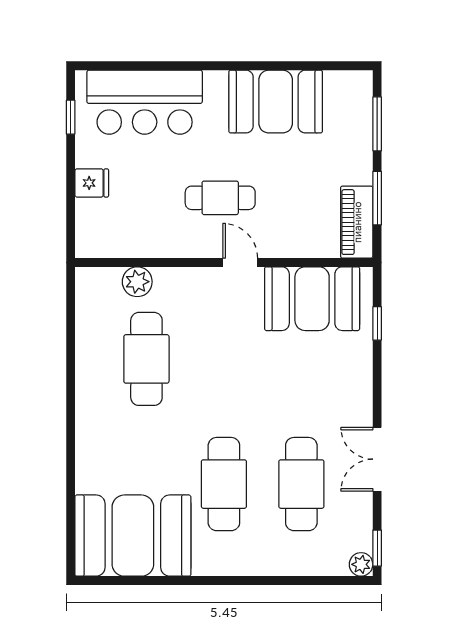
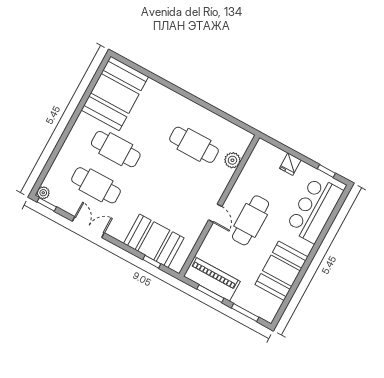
cafe table: (220, 198) -> (251, 220), width x1.37, depth x1.35
piano: (357, 222) -> (212, 279), width x1.37, depth x1.33
door: (240, 262) -> (215, 213), hinge flipped
booth: (312, 299) -> (154, 241), moved, turned 90

